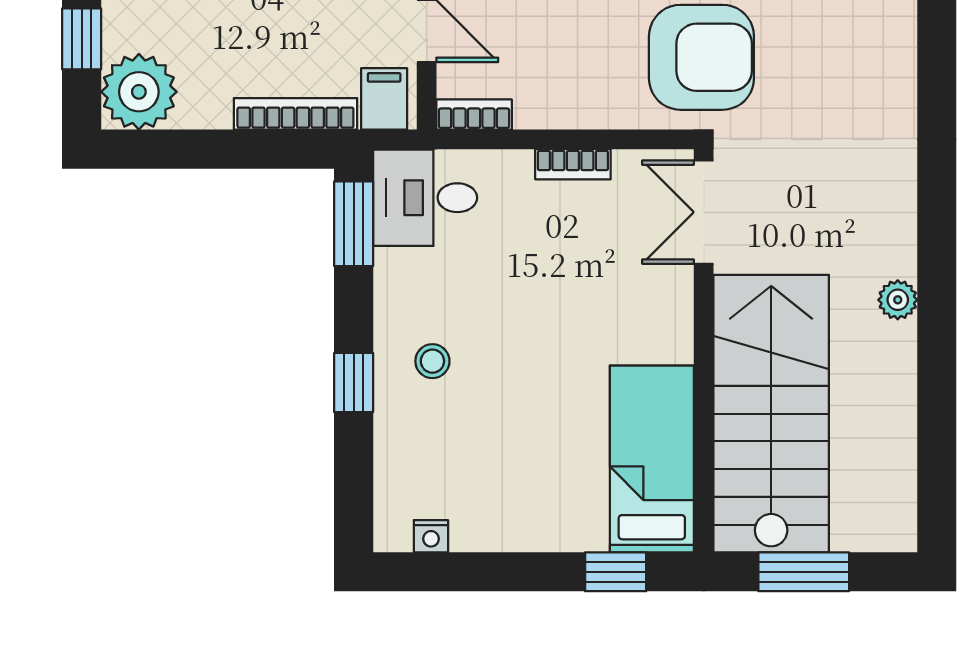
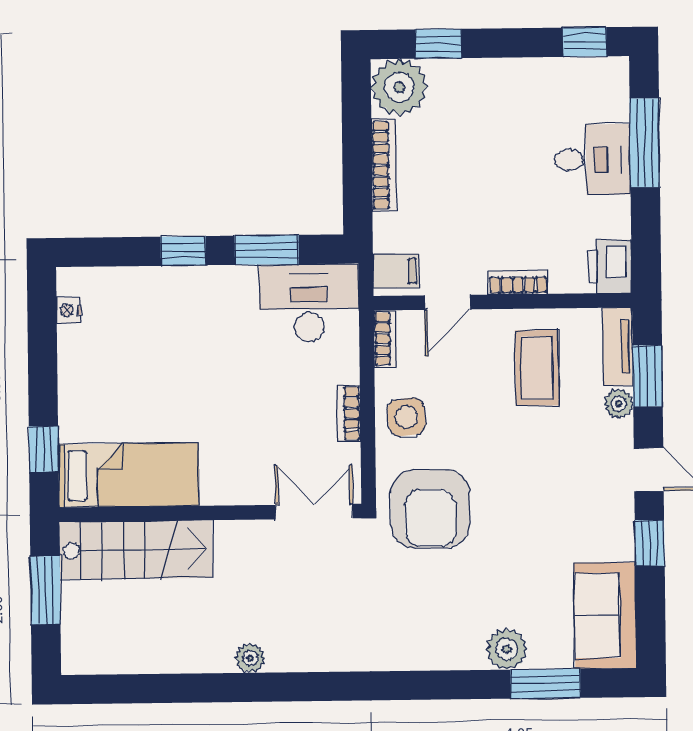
side table: (579, 87) -> (406, 417), added
bookcase: (295, 114) -> (384, 165), moved
desk: (425, 198) -> (309, 303), width x1.37
window: (354, 224) -> (267, 250), moved
stool: (432, 361) -> (200, 310), removed
stairs: (771, 414) -> (136, 550), width x0.73, depth x0.66

